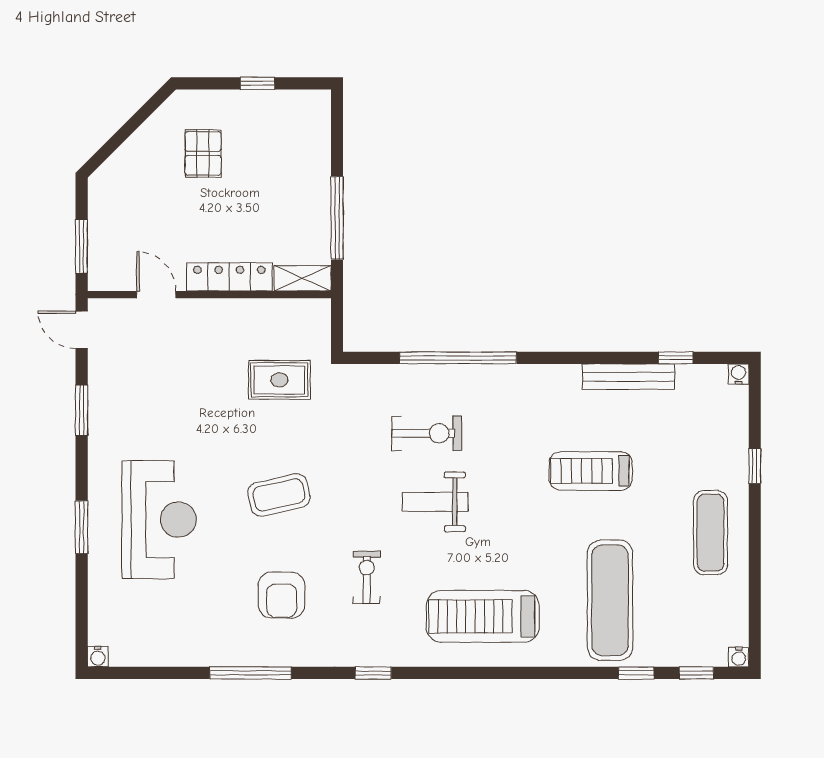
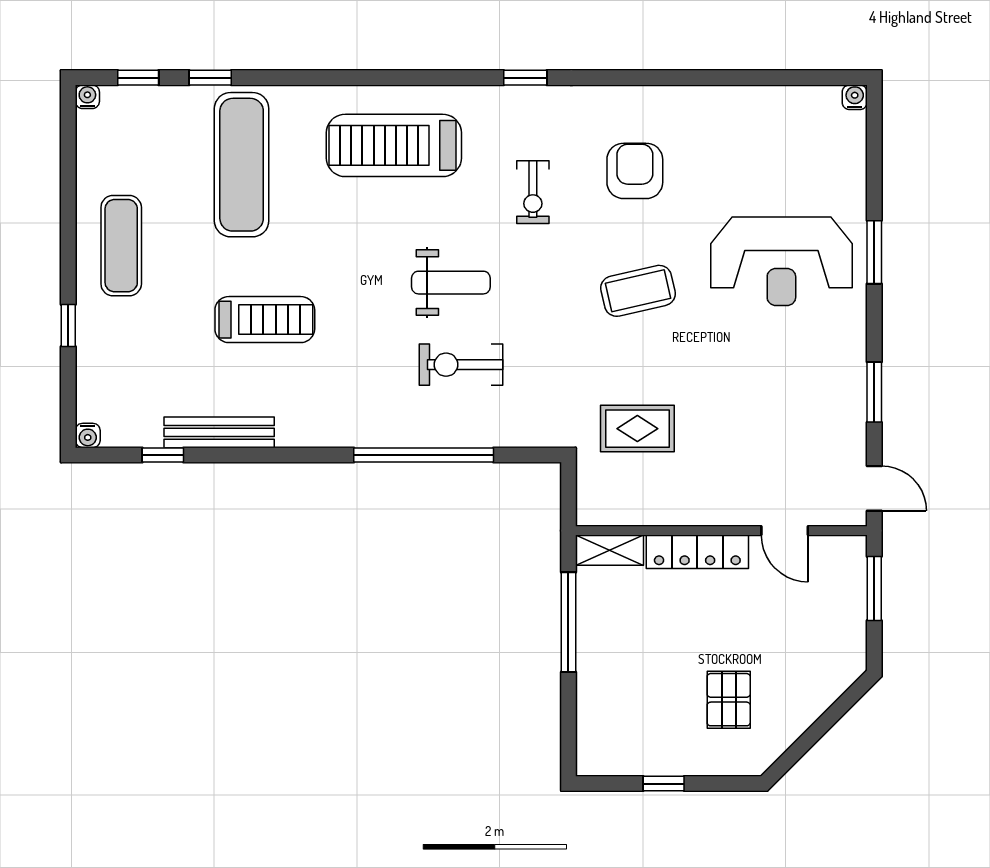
reception desk: (159, 520) -> (781, 261), turned -90
treadmill: (483, 616) -> (394, 145), turned 180
window: (251, 673) -> (672, 78), removed

